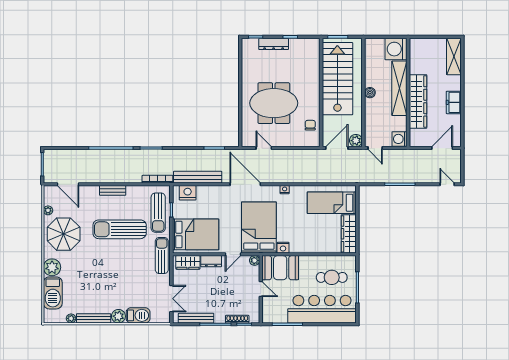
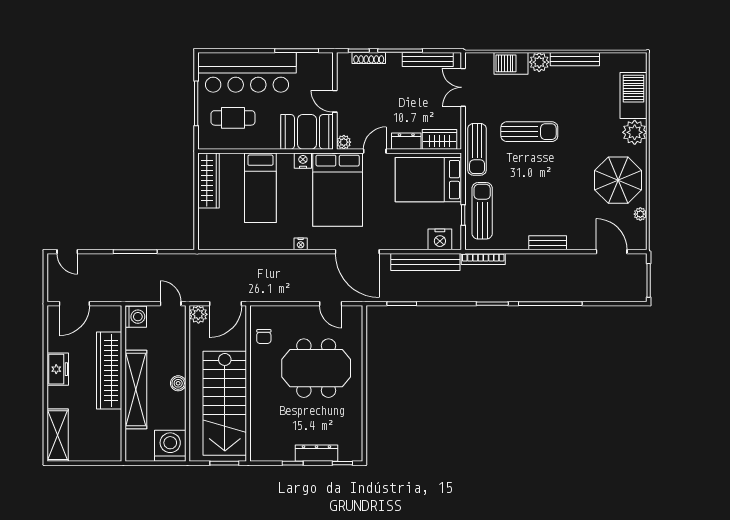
washing machine: (396, 49) -> (170, 446), moved, turned -90
bed: (332, 203) -> (260, 188), moved, turned 90
sun lounger: (120, 229) -> (529, 132), moved, width x0.73, depth x0.75
plant: (71, 318) -> (607, 59), removed

